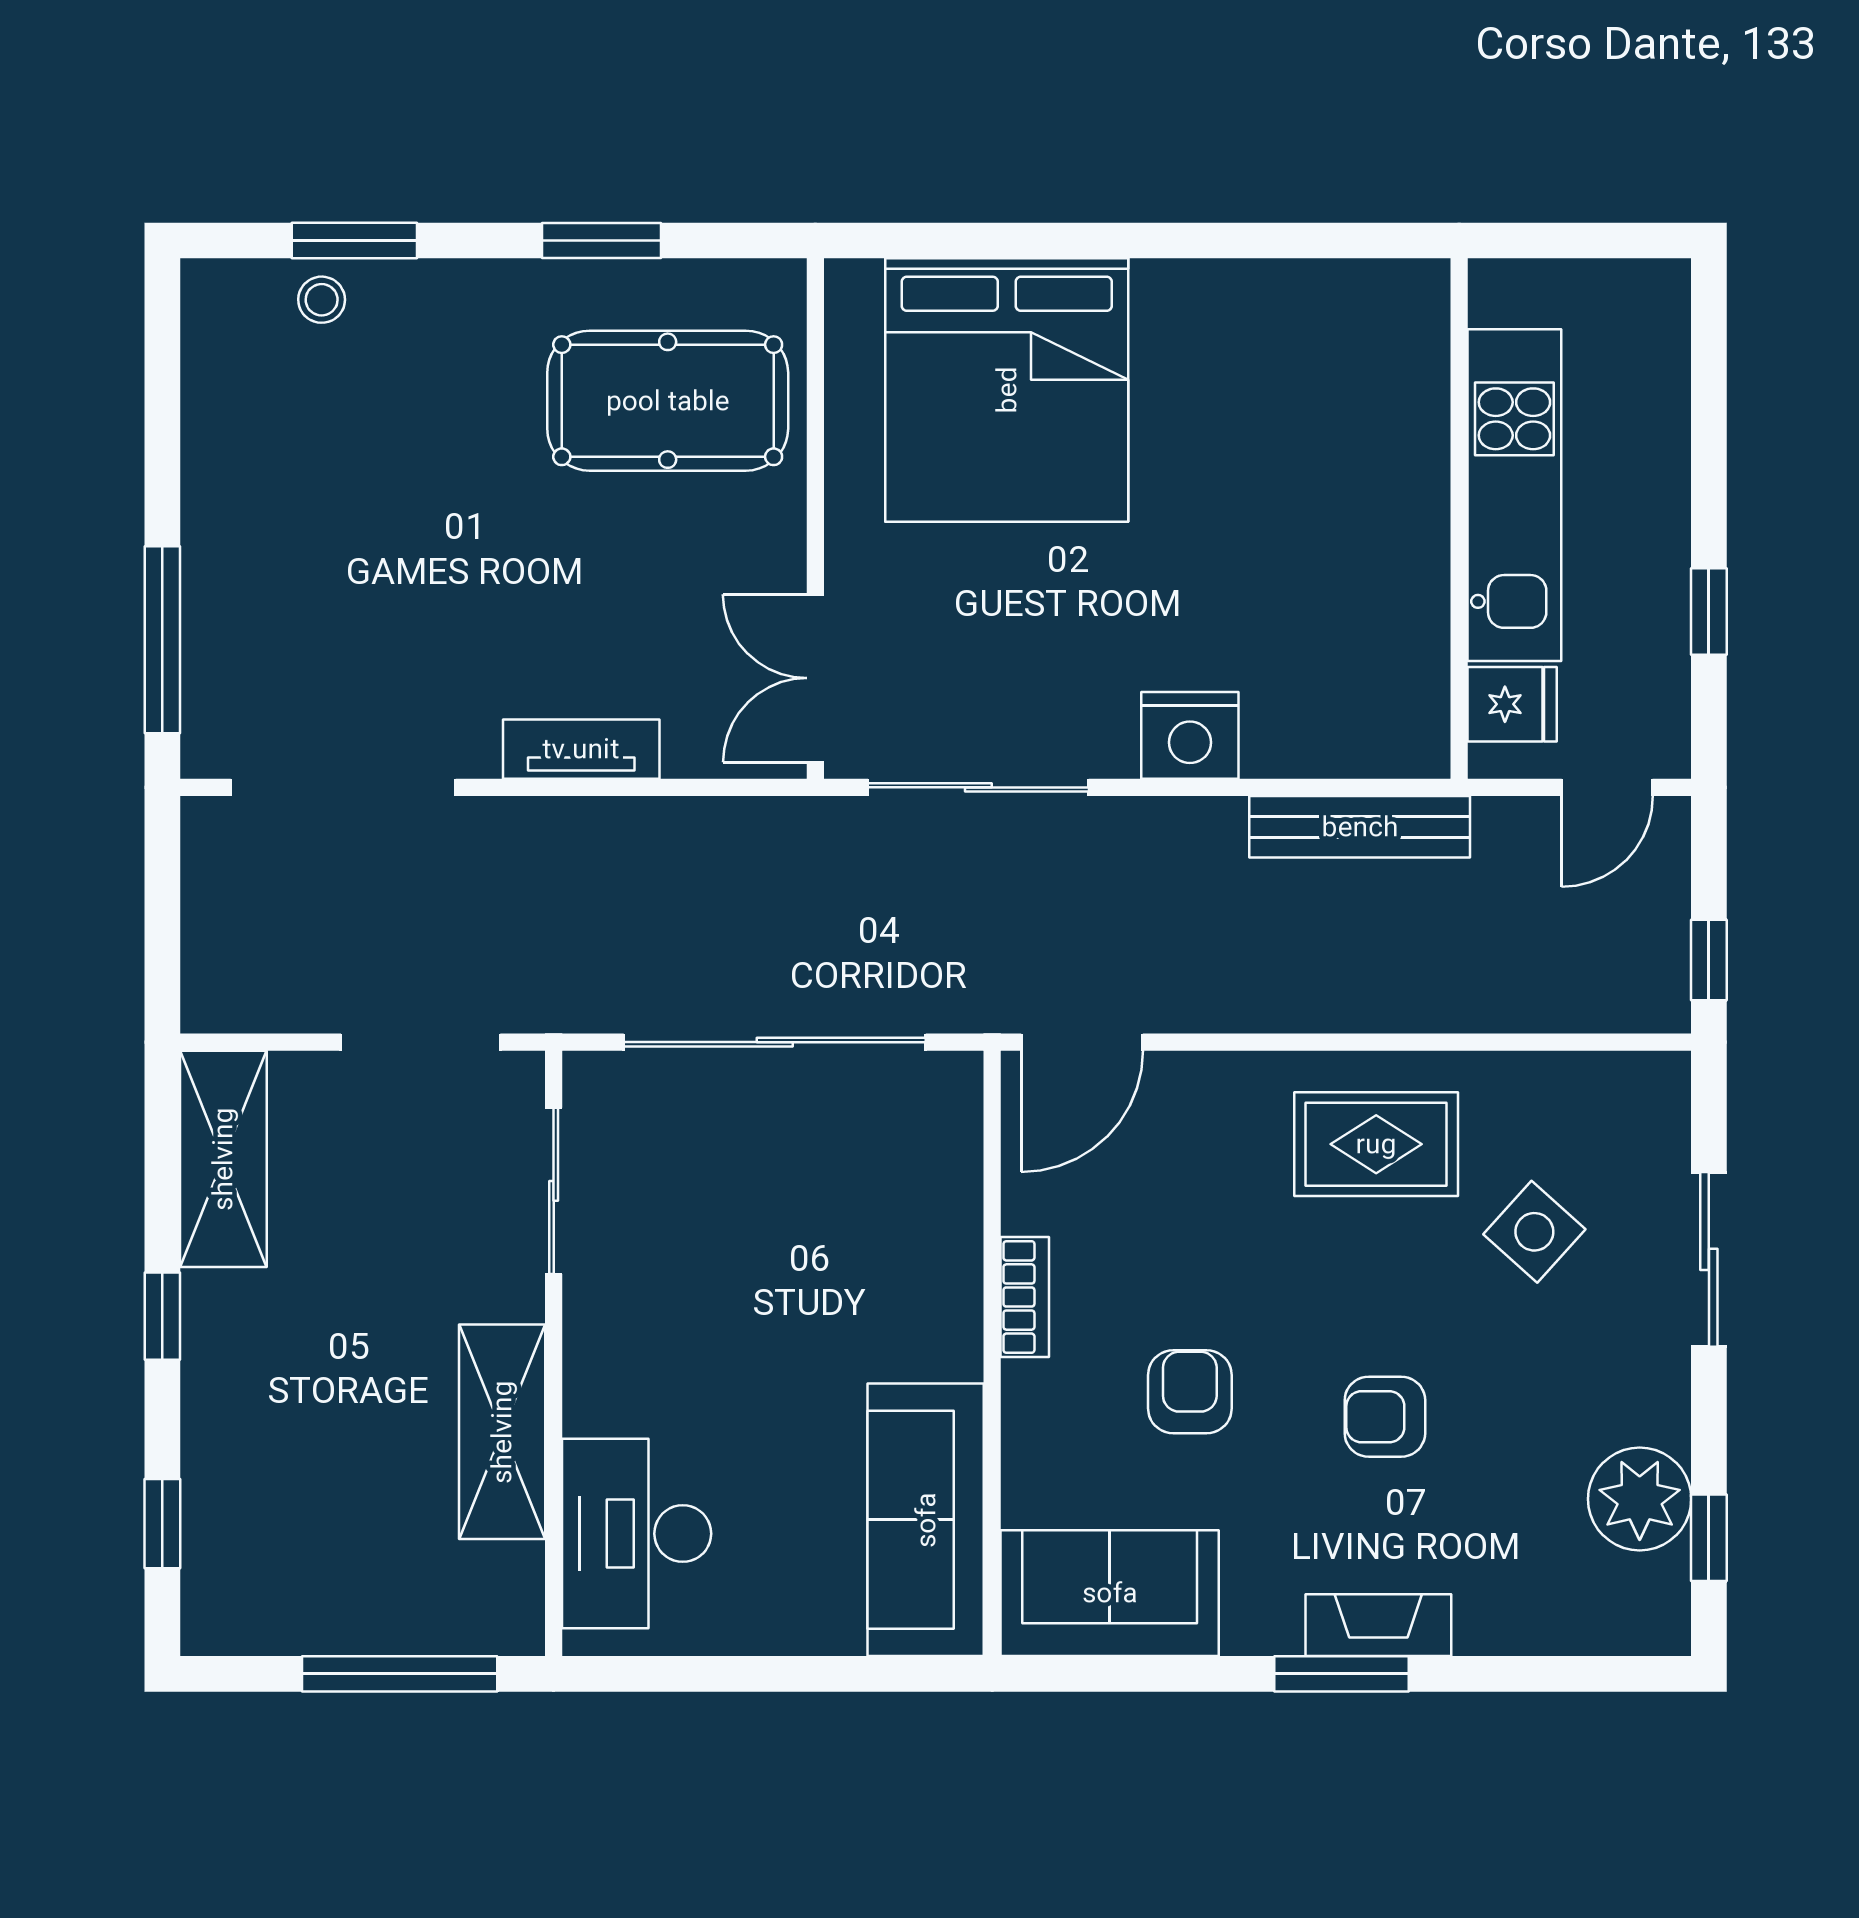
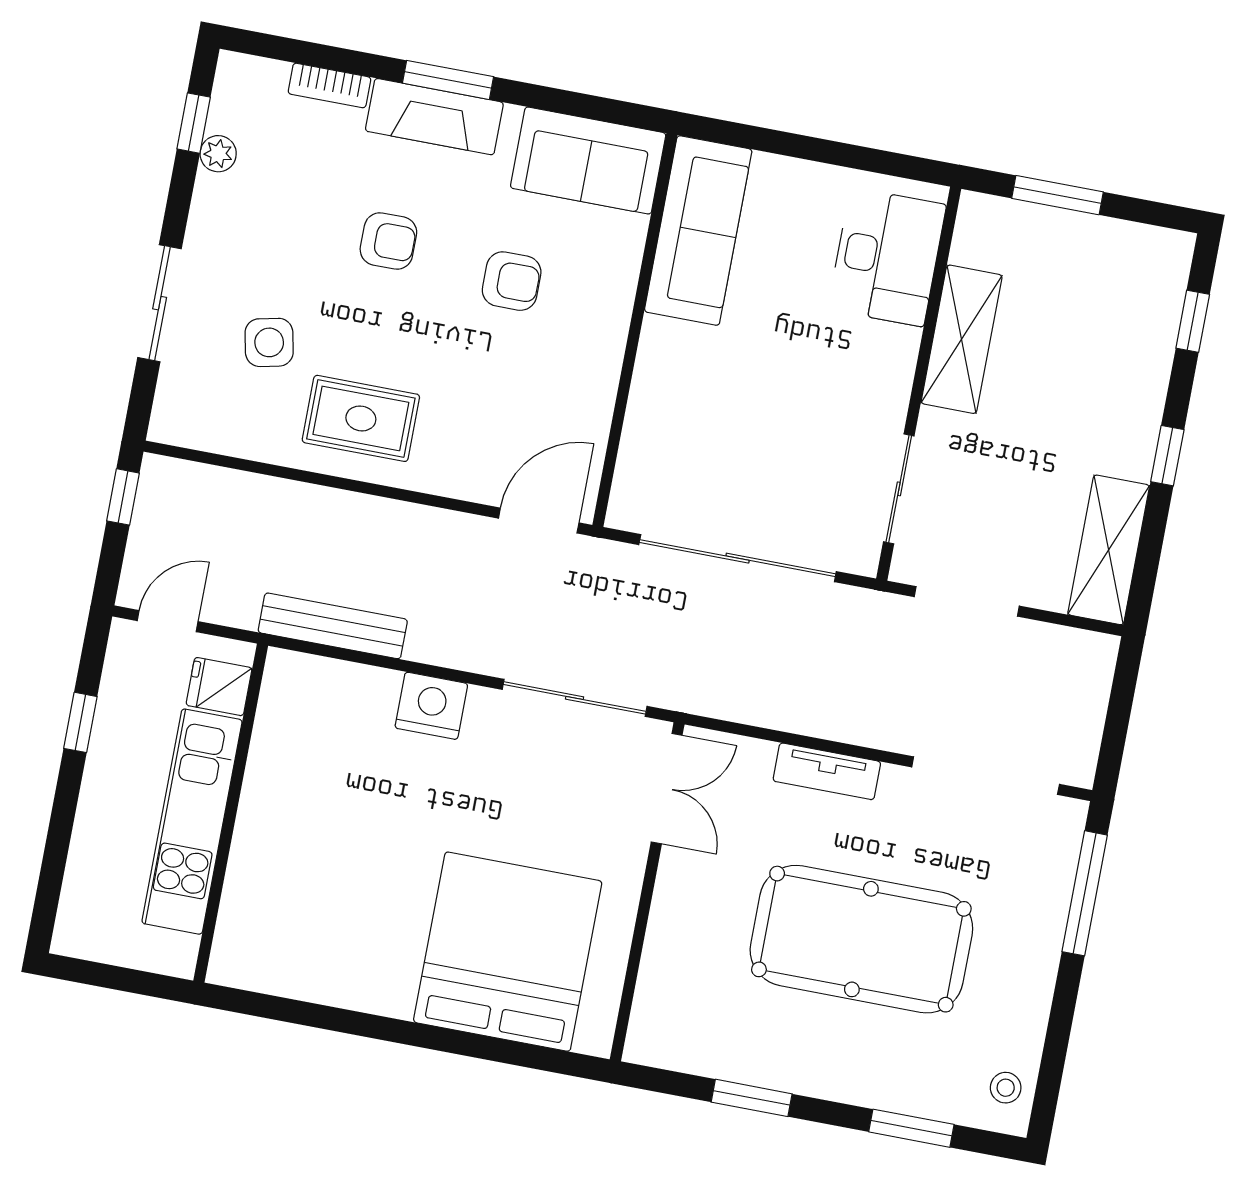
stool: (322, 300) -> (1006, 1088), moved
pool table: (668, 401) -> (861, 939), moved, width x1.36, depth x1.32
side table: (1534, 1232) -> (269, 342), turned 36
bookcase: (1025, 1297) -> (329, 85), moved, turned -90
armchair: (1190, 1392) -> (512, 281), turned -90
plant: (1640, 1499) -> (218, 154), width x0.53, depth x0.53
fireplace: (1378, 1625) -> (434, 117), width x1.37, depth x1.32
window: (400, 1674) -> (1058, 195), width x0.69

